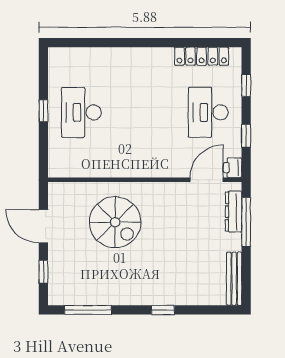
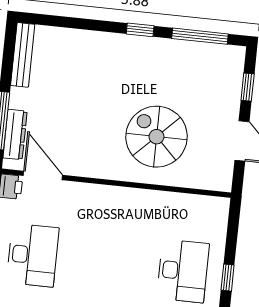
door: (207, 180) -> (43, 175), swing flipped
window: (163, 310) -> (140, 30), moved

